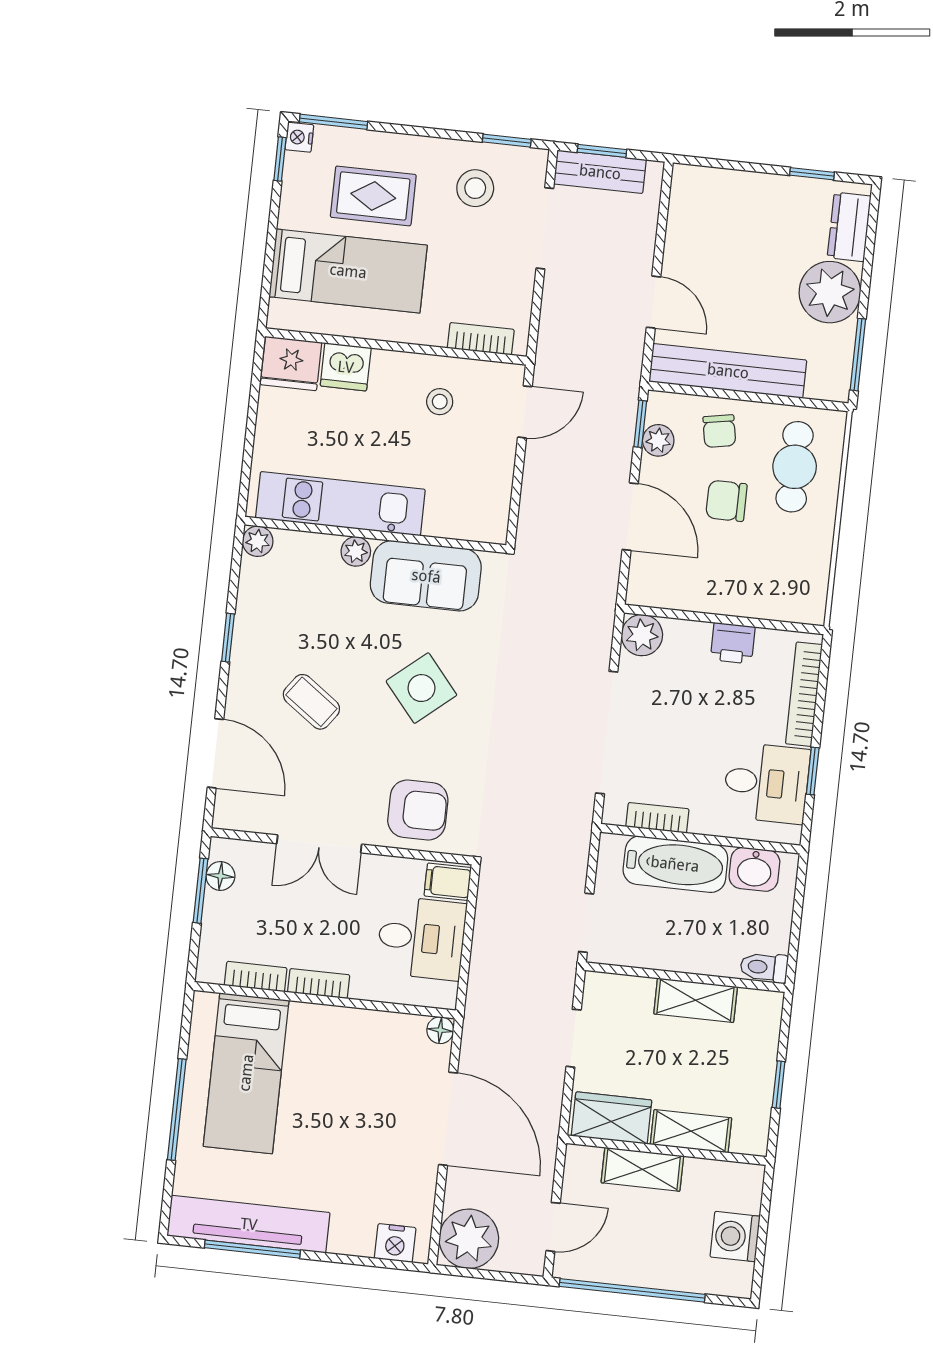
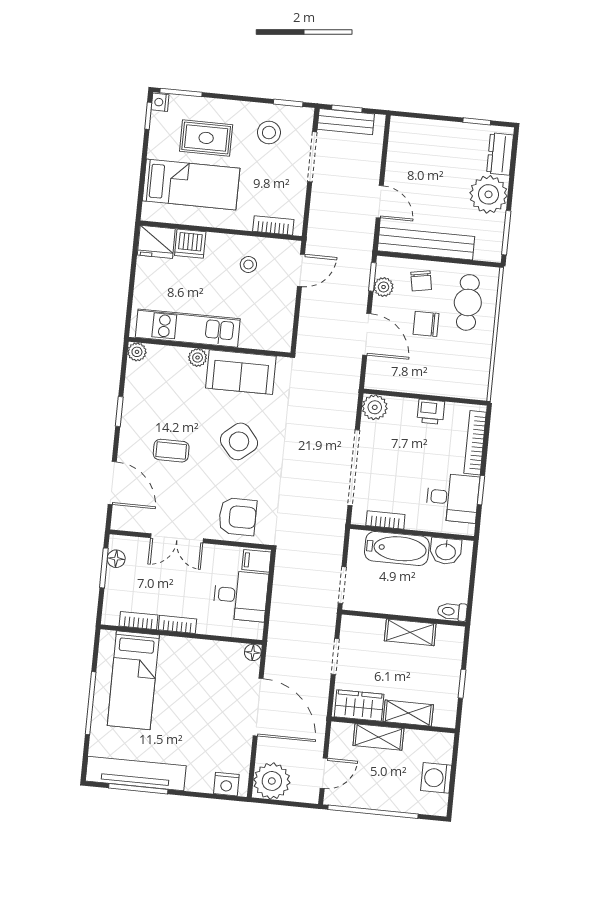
coffee table: (311, 702) -> (171, 451), turned -36

